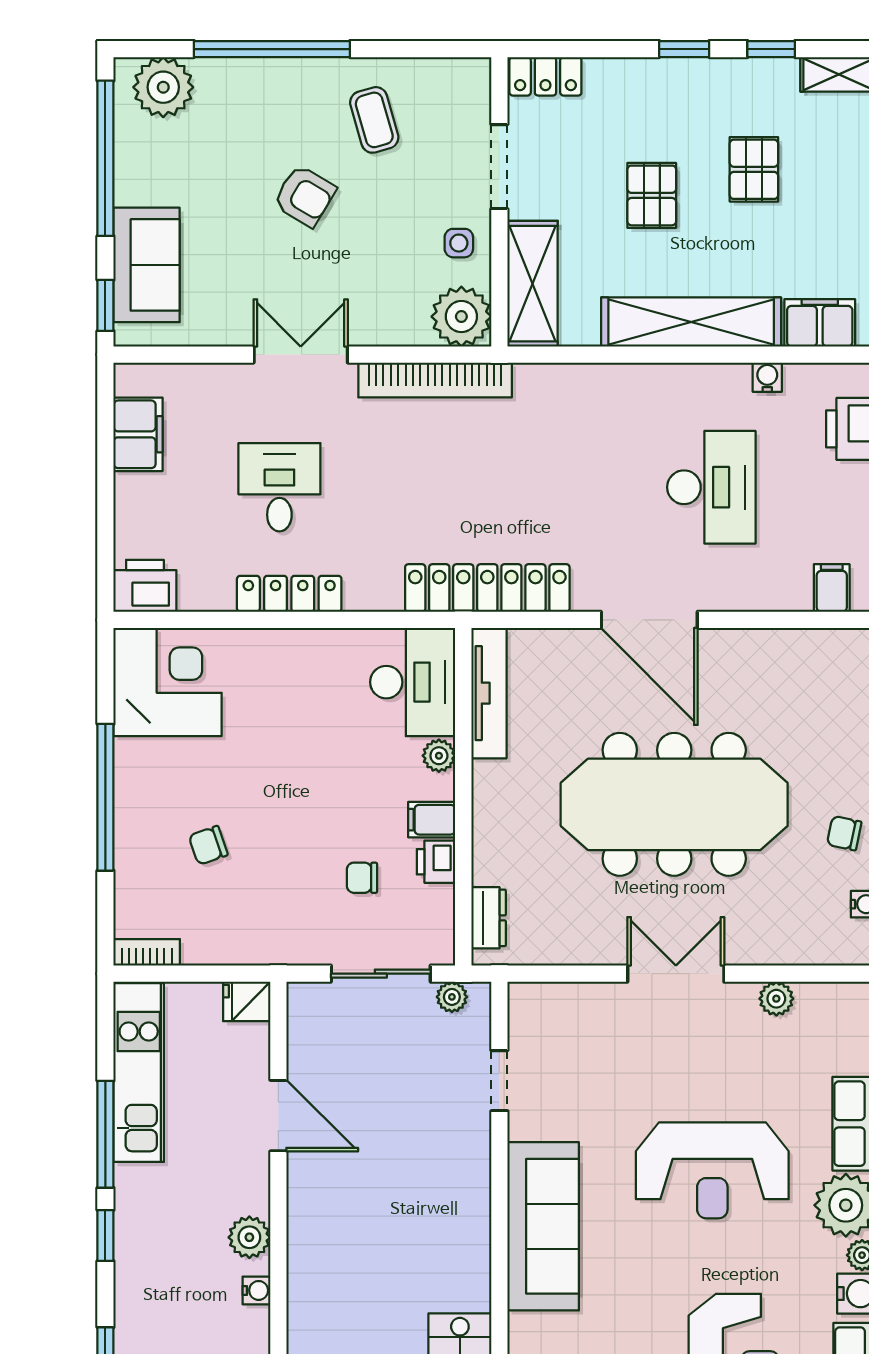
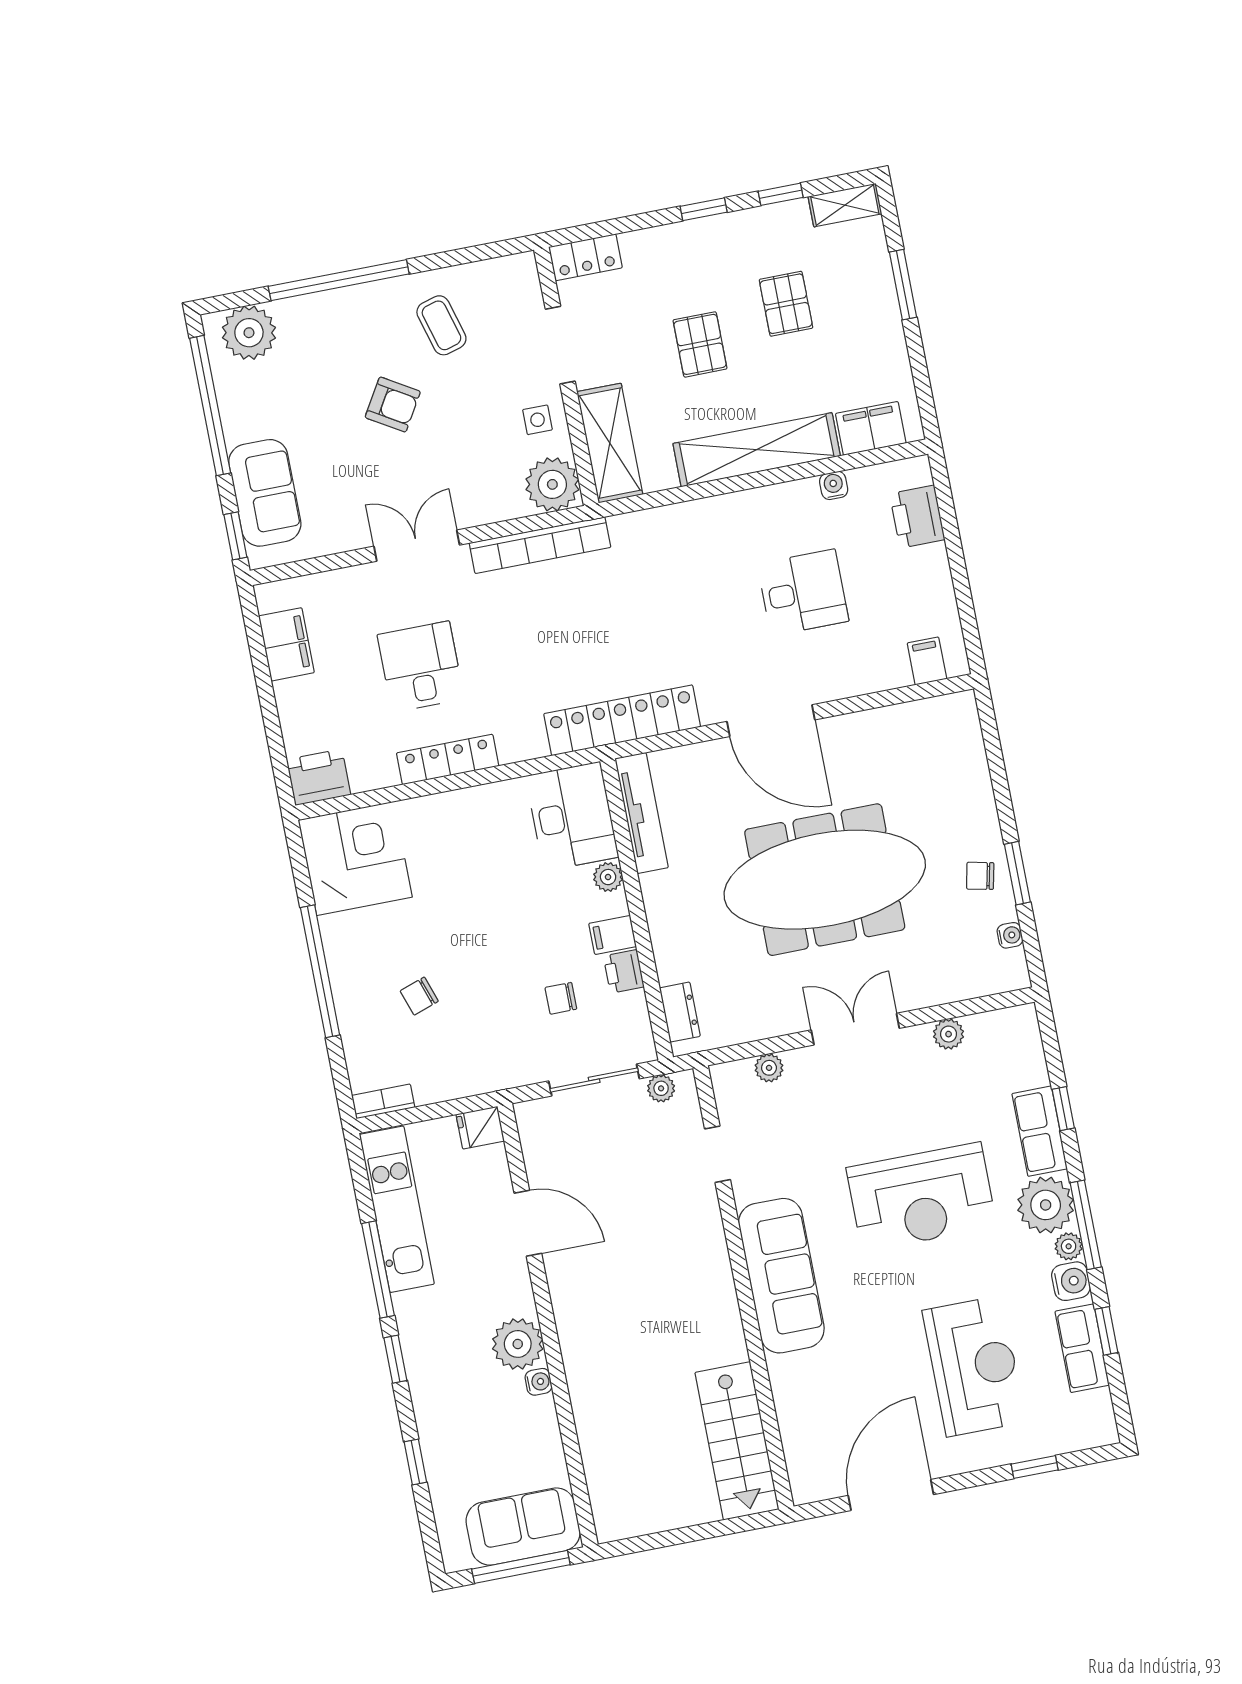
desk: (711, 487) -> (803, 592), width x0.73
plant: (574, 997) -> (769, 1068), added
plant: (249, 1237) -> (518, 1344), width x1.36, depth x1.36

